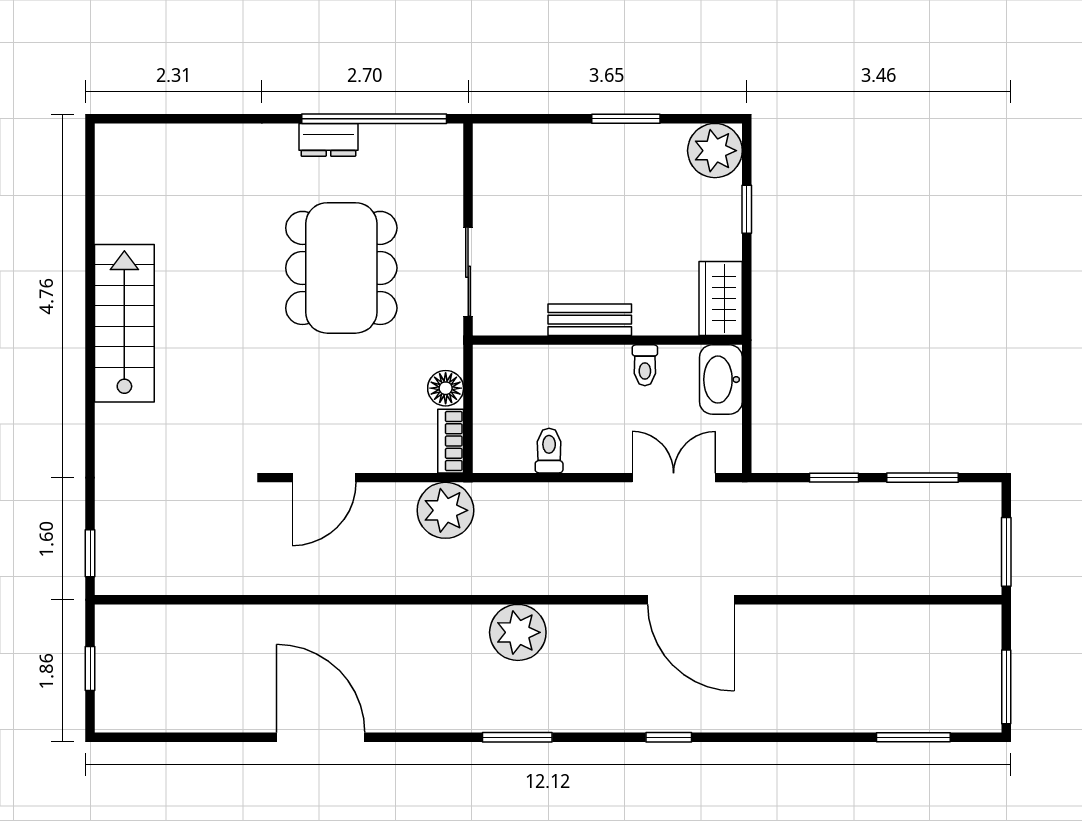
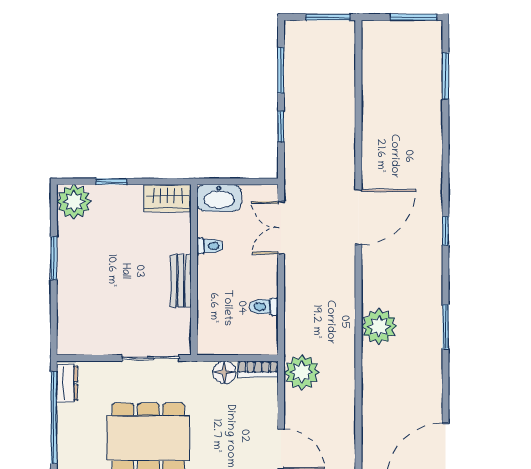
dresser: (328, 140) -> (67, 383), moved

